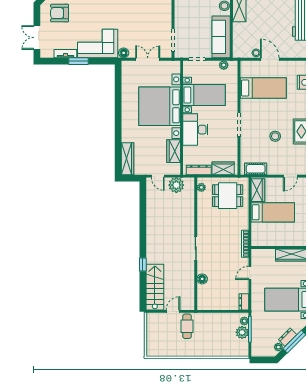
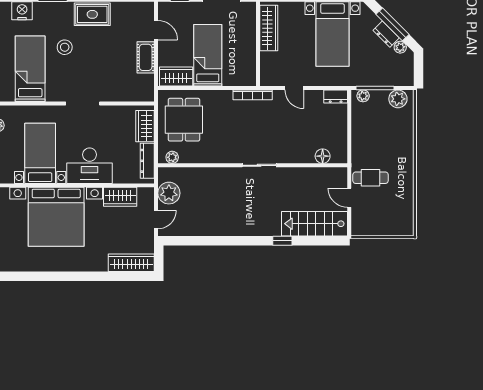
stool: (275, 136) -> (65, 47), moved
cot: (256, 169) -> (146, 57), moved
floor lamp: (202, 279) -> (323, 156), moved
plant: (242, 332) -> (398, 99), moved

